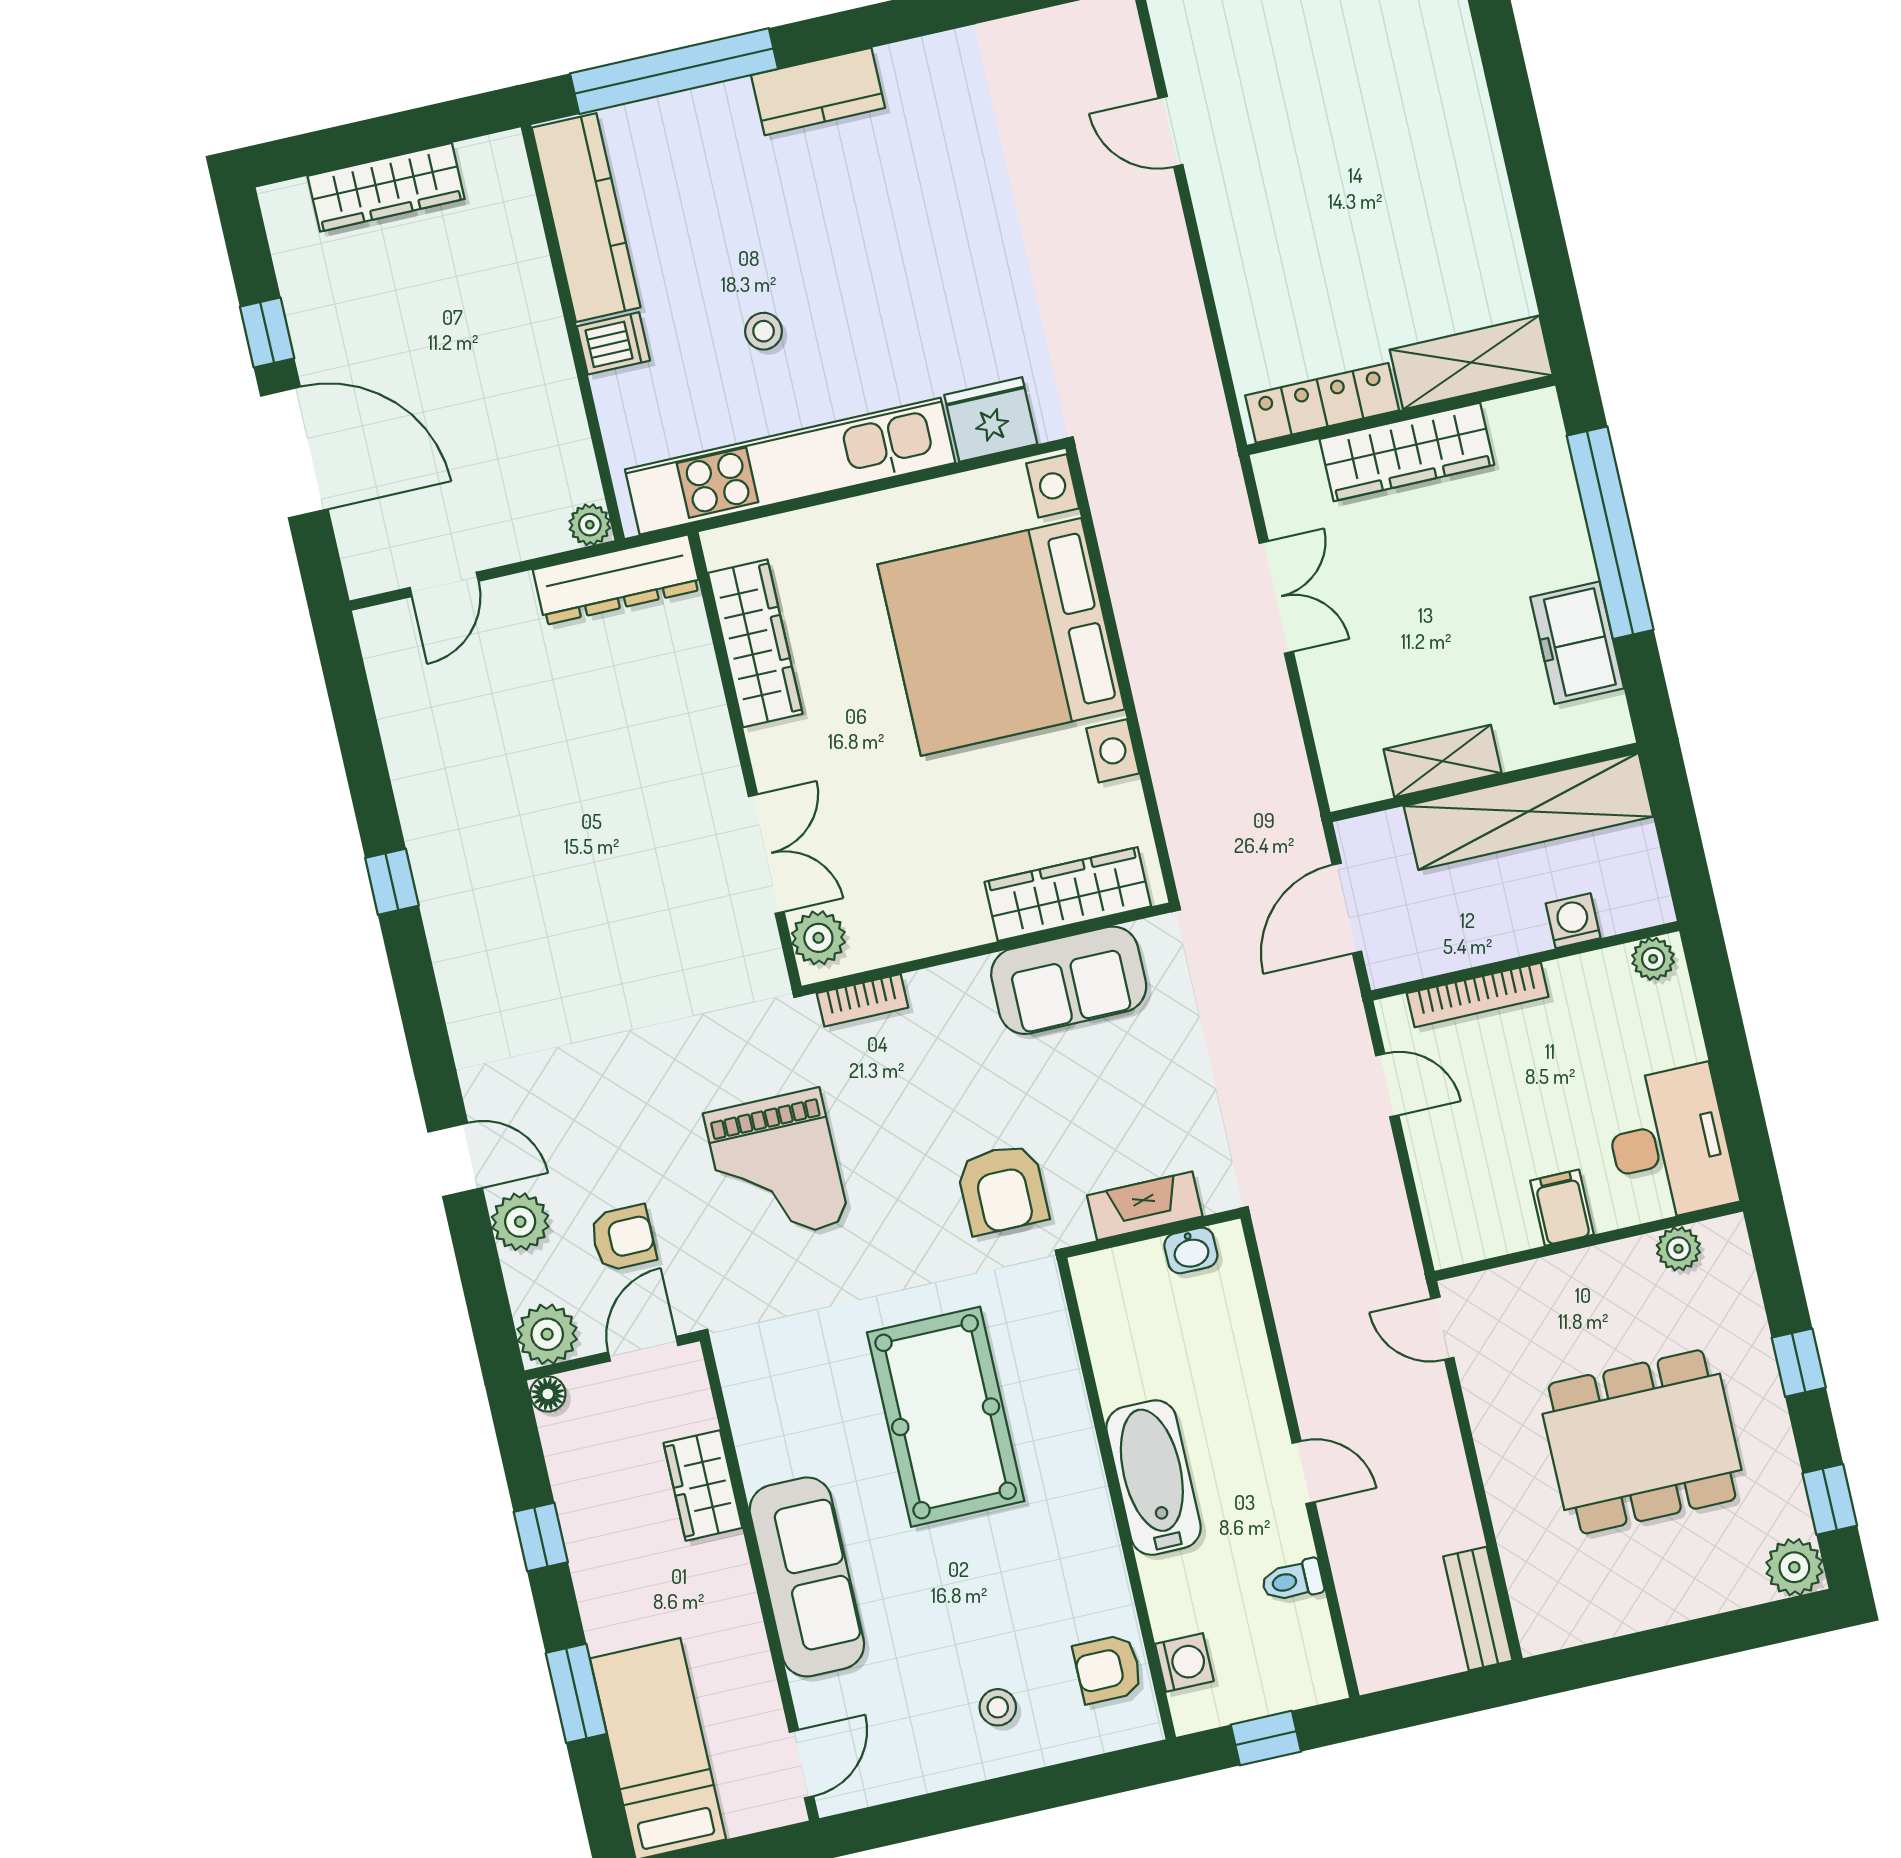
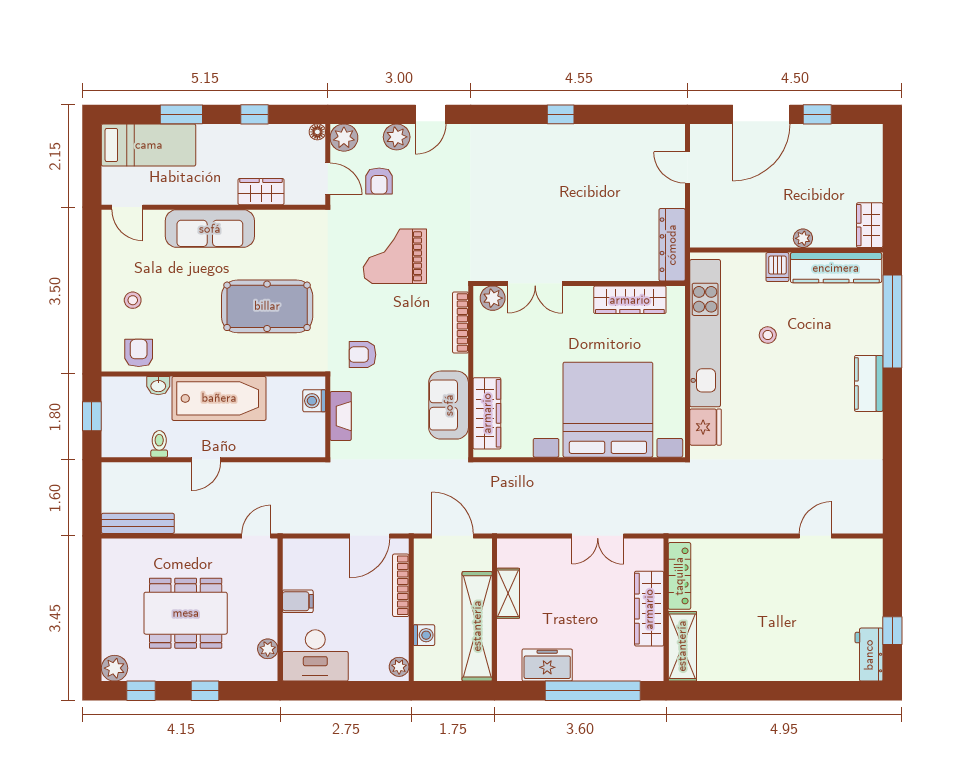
wardrobe: (386, 187) -> (870, 225), moved, width x0.67
plant: (590, 525) -> (803, 238), moved
bookcase: (863, 1000) -> (460, 322), width x1.56
door: (1387, 1085) -> (370, 536), width x1.38
armchair: (1002, 1189) -> (362, 355), width x0.72, depth x0.72
washbasin: (1191, 1250) -> (158, 386), moved, turned -90
dining table: (1642, 1442) -> (186, 613), turned 90
bathtub: (1154, 1478) -> (219, 398), width x1.36, depth x1.36
bench: (1478, 1609) -> (138, 523), width x1.36
washing machine: (1184, 1663) -> (314, 401), moved, turned 90

